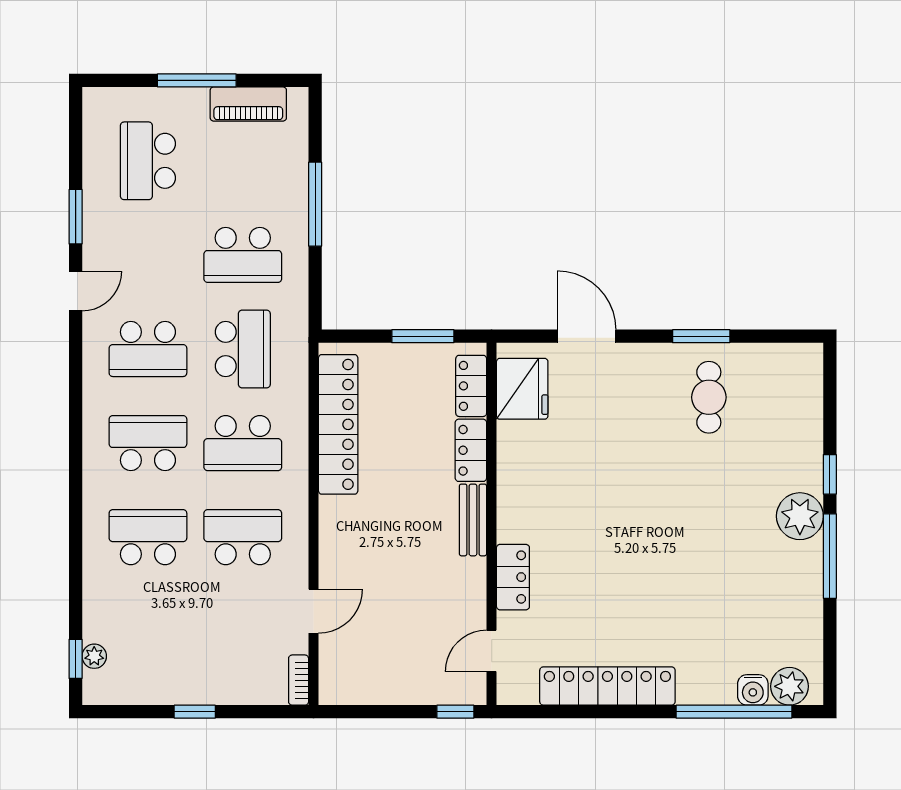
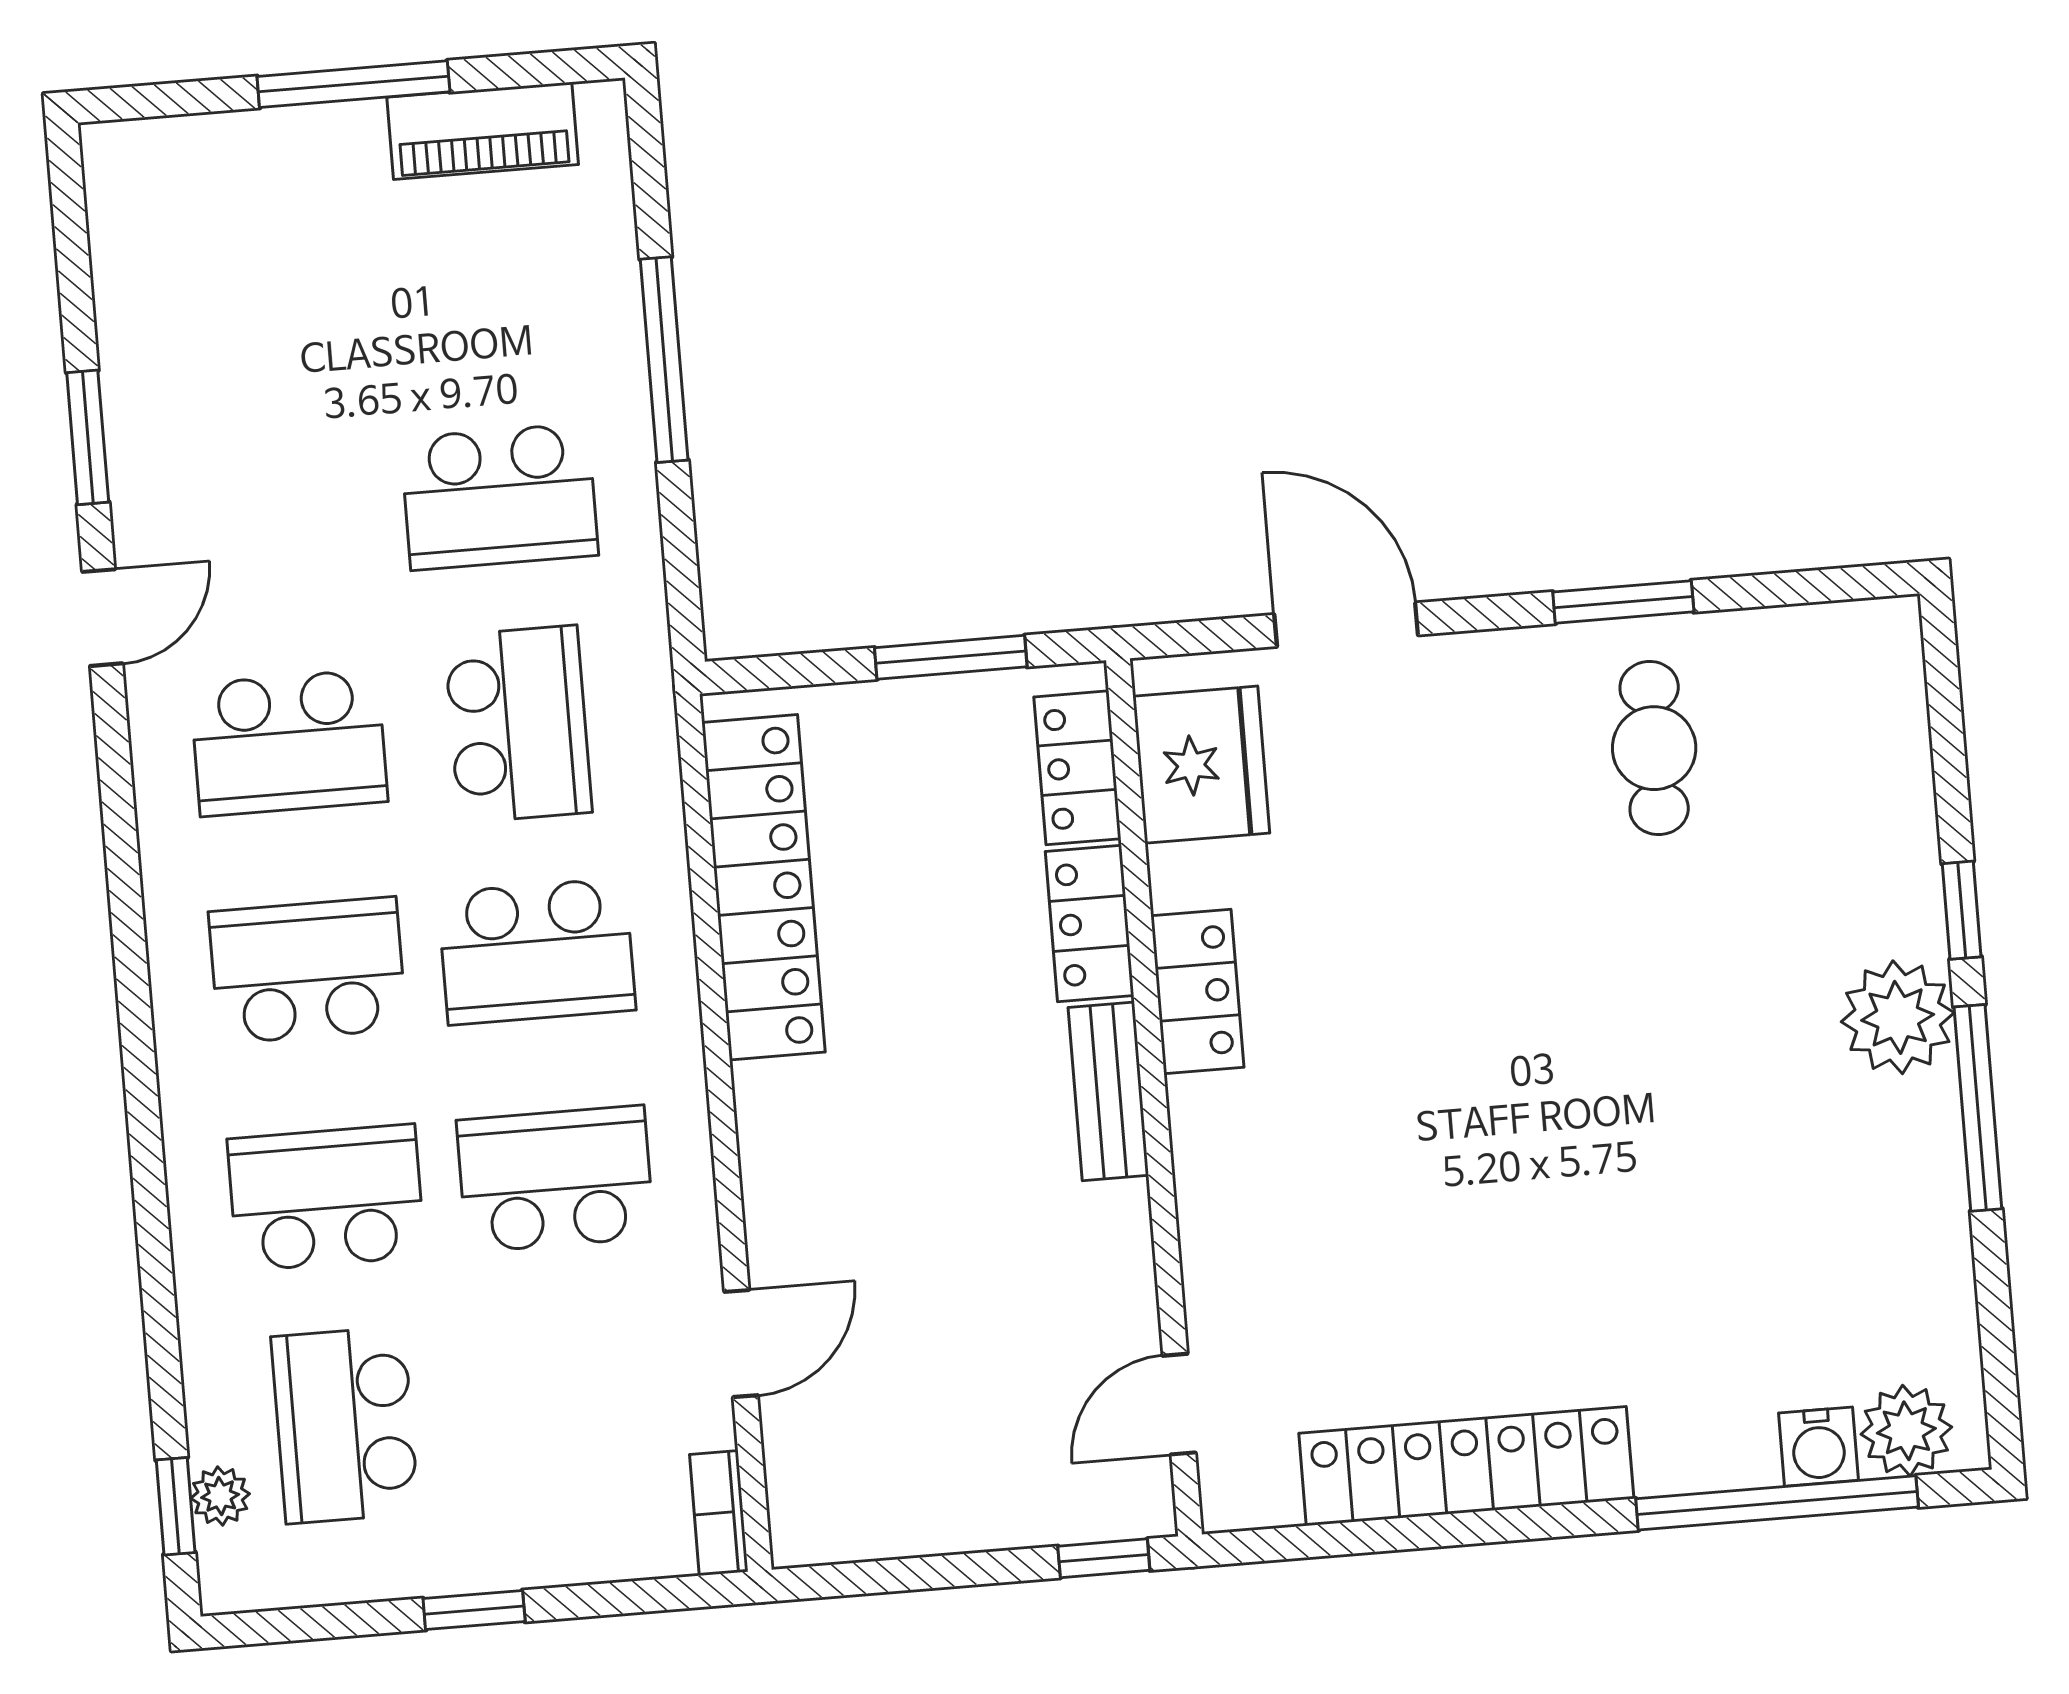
school desk: (148, 161) -> (345, 1425), moved
locker: (513, 577) -> (1197, 991), moved

